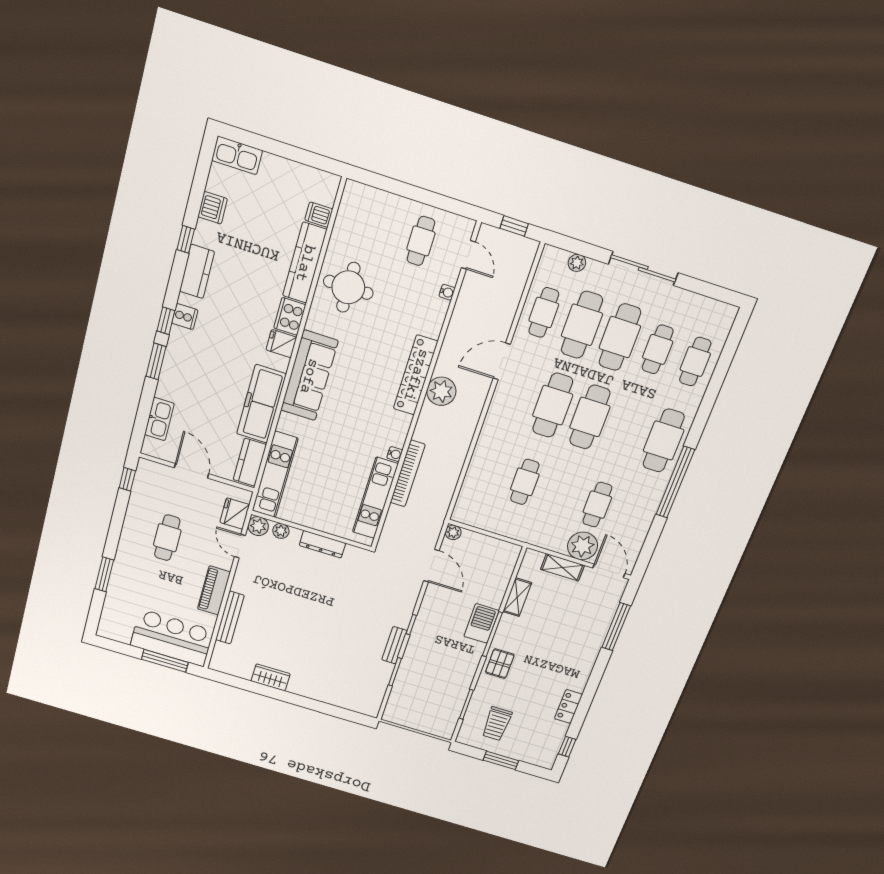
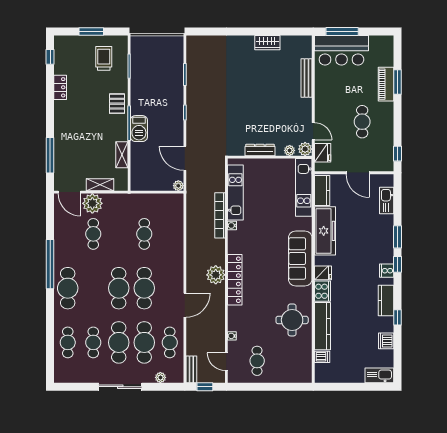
piano: (214, 591) -> (386, 84), moved, turned 180
bench: (394, 645) -> (191, 369), moved

